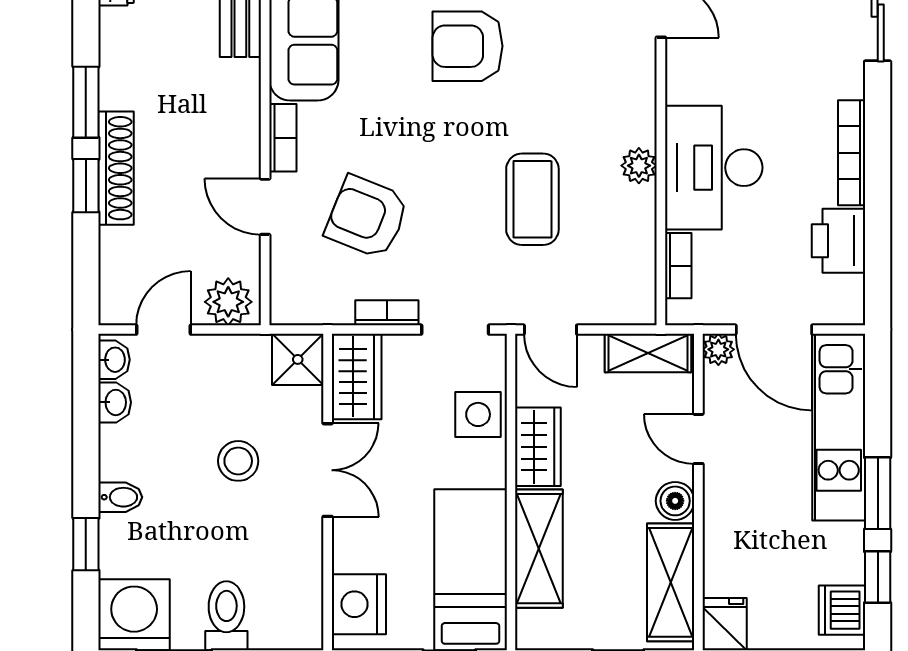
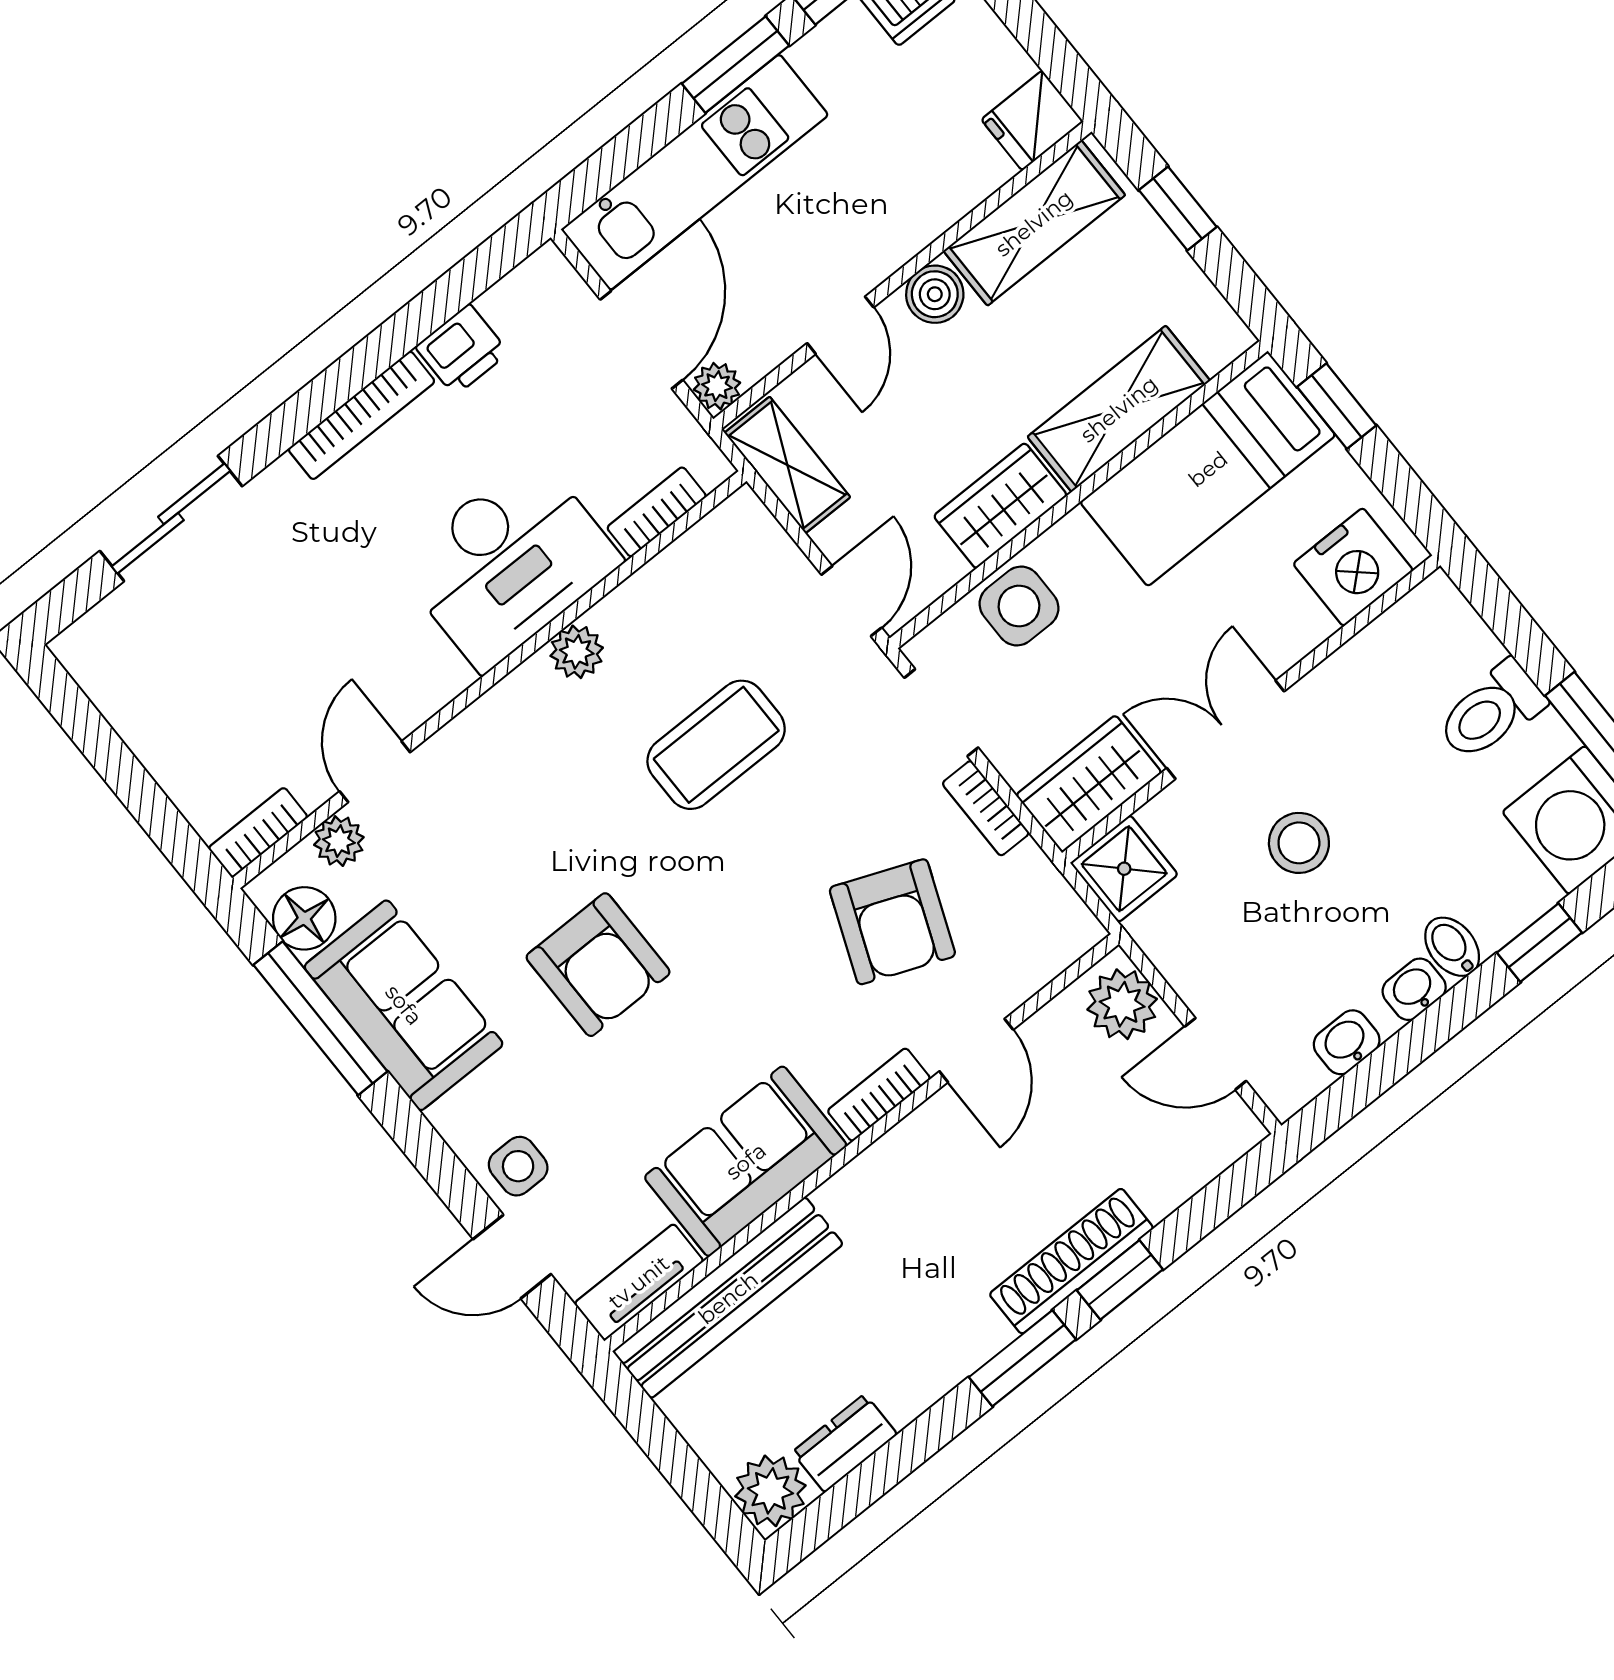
printer: (838, 241) -> (462, 350), width x0.73, depth x0.81
washbasin: (114, 360) -> (1414, 989), moved

